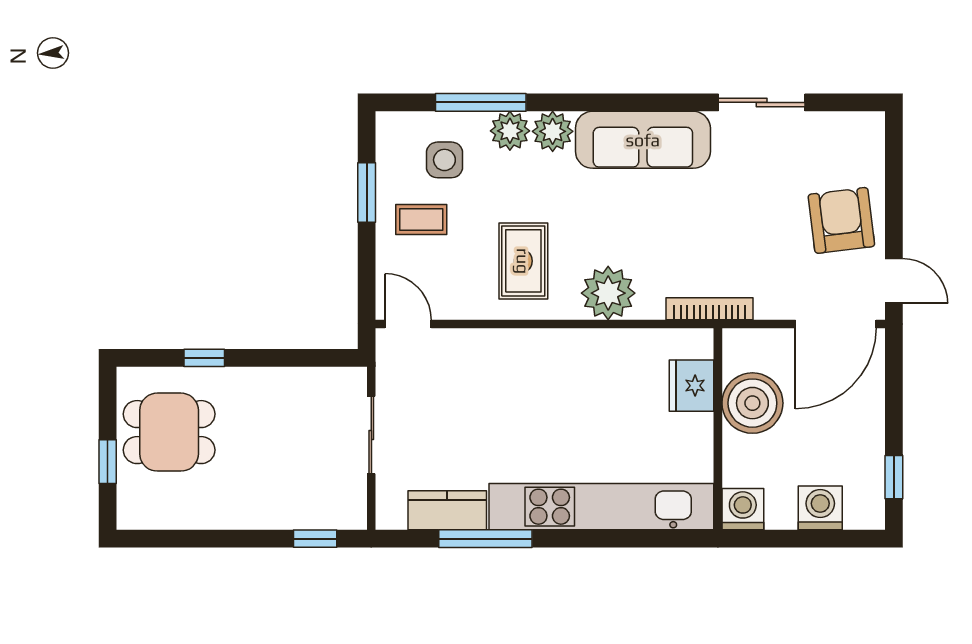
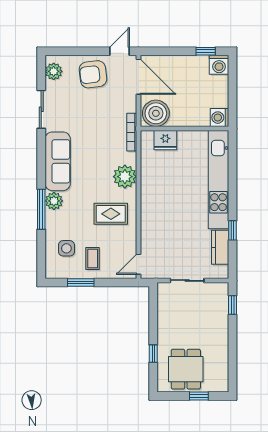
window: (481, 102) -> (41, 209), moved
plant: (510, 131) -> (54, 71), moved
boiler: (752, 403) -> (156, 113), moved
washing machine: (820, 508) -> (219, 65), moved, turned -90
window: (485, 539) -> (233, 230), width x0.46

